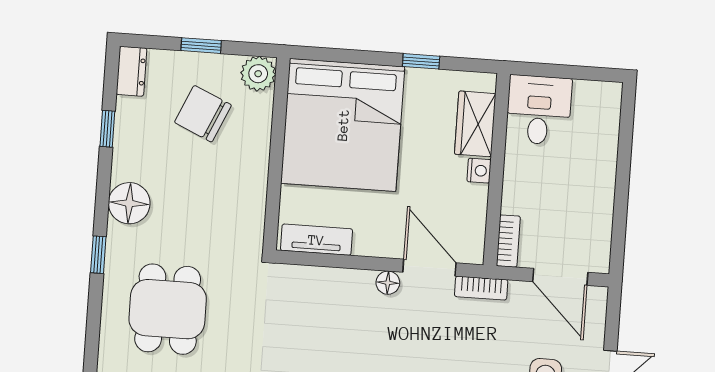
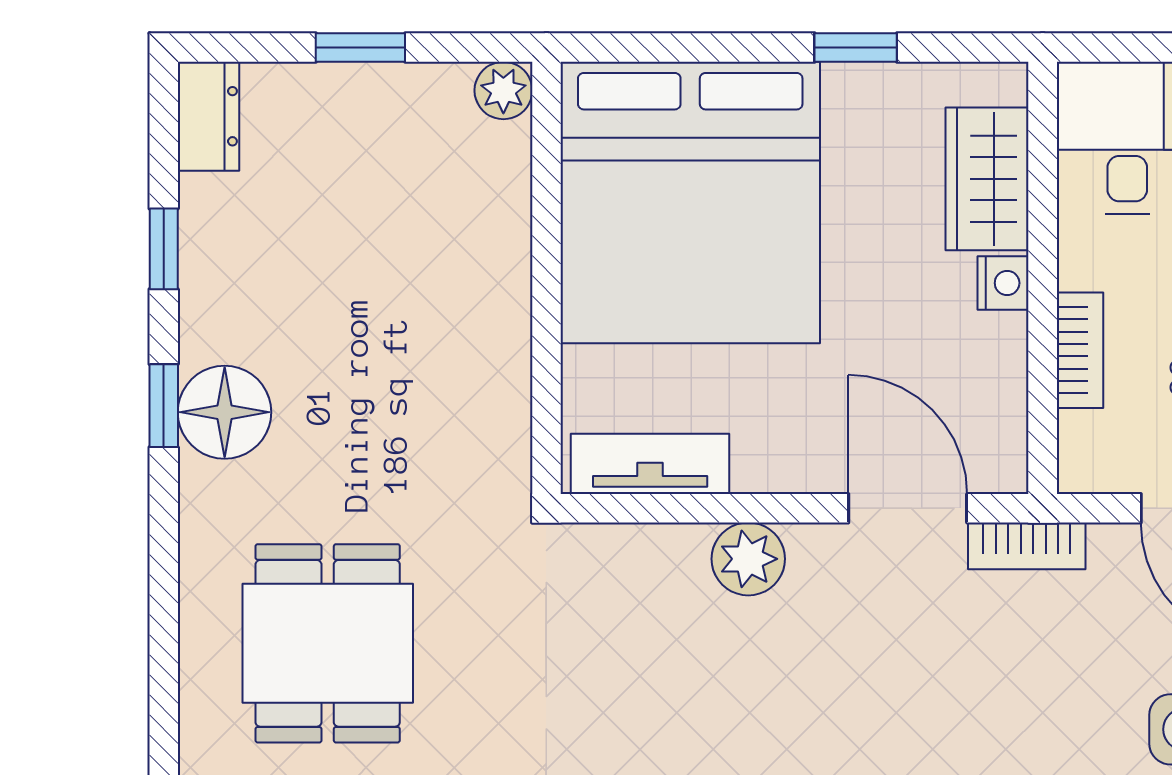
plant: (258, 74) -> (503, 90), width x0.73, depth x0.73
chair: (203, 114) -> (375, 200), removed
bookcase: (508, 241) -> (1080, 350), moved
window: (98, 255) -> (164, 406), moved
floor lamp: (388, 283) -> (817, 549), removed
plant: (357, 285) -> (748, 559), added

